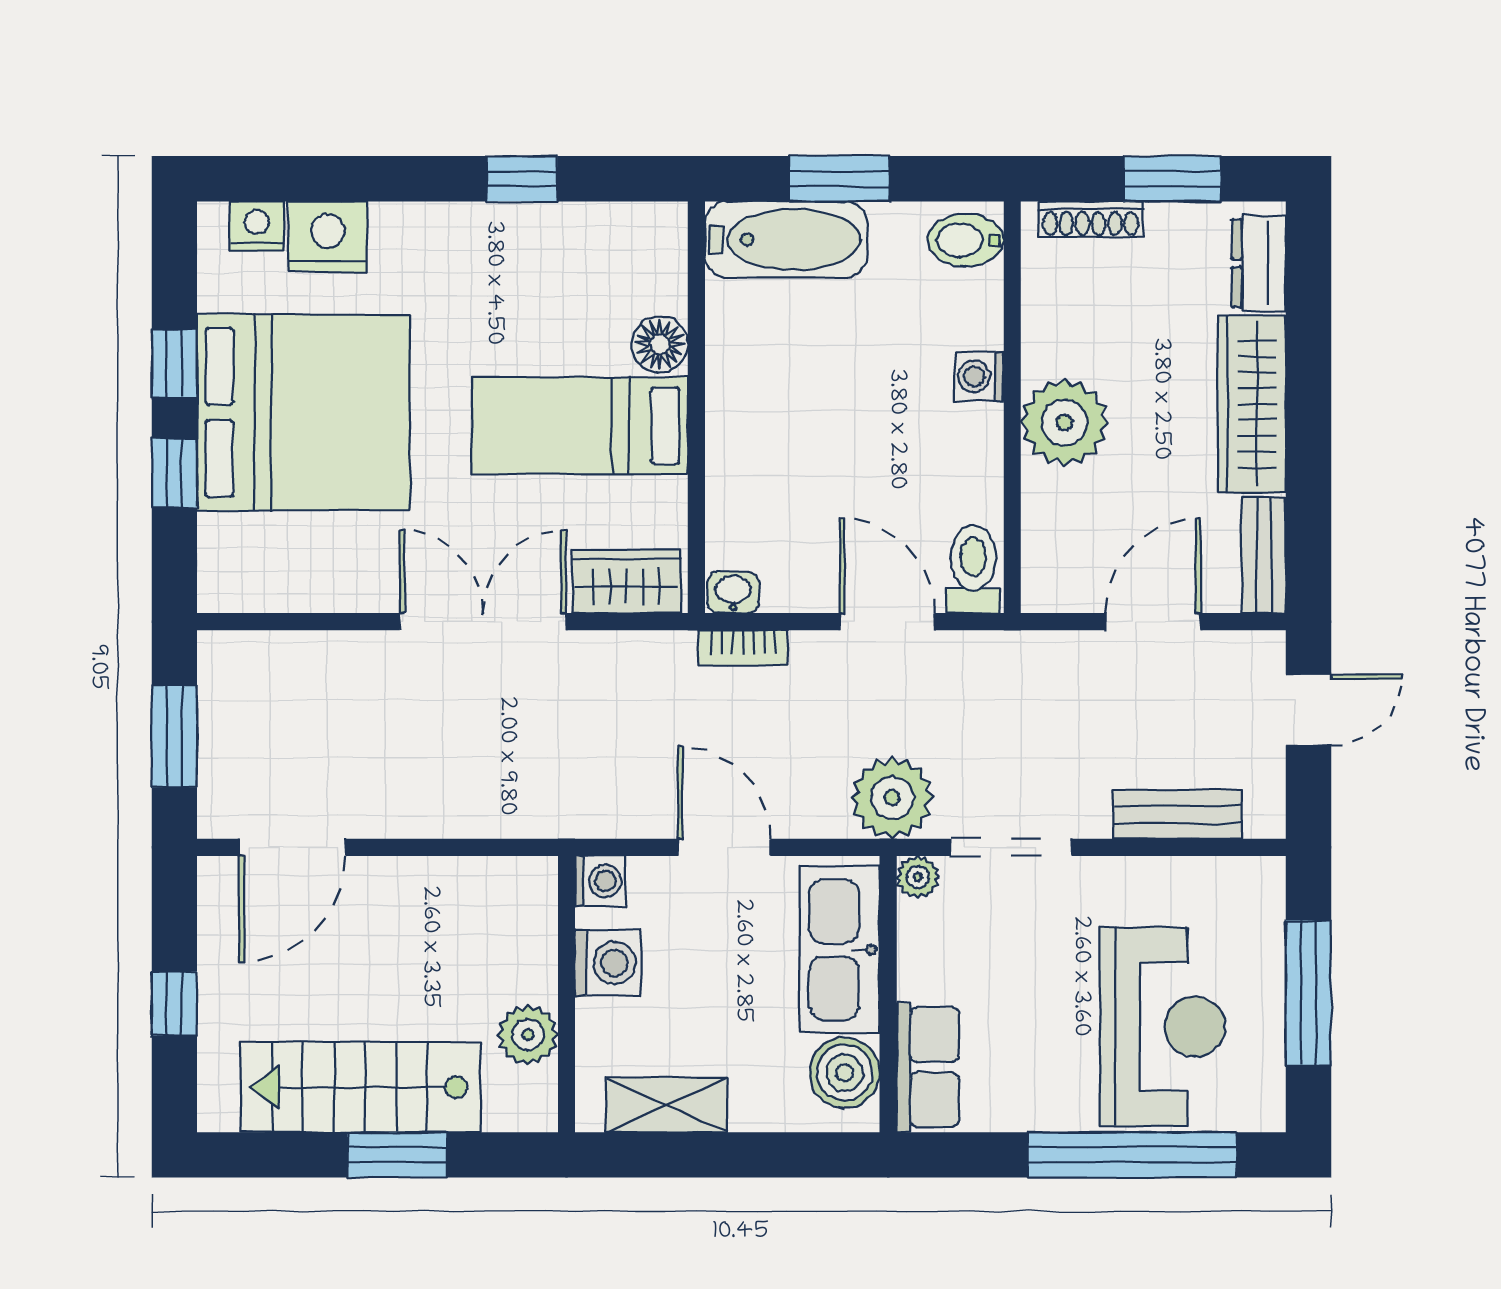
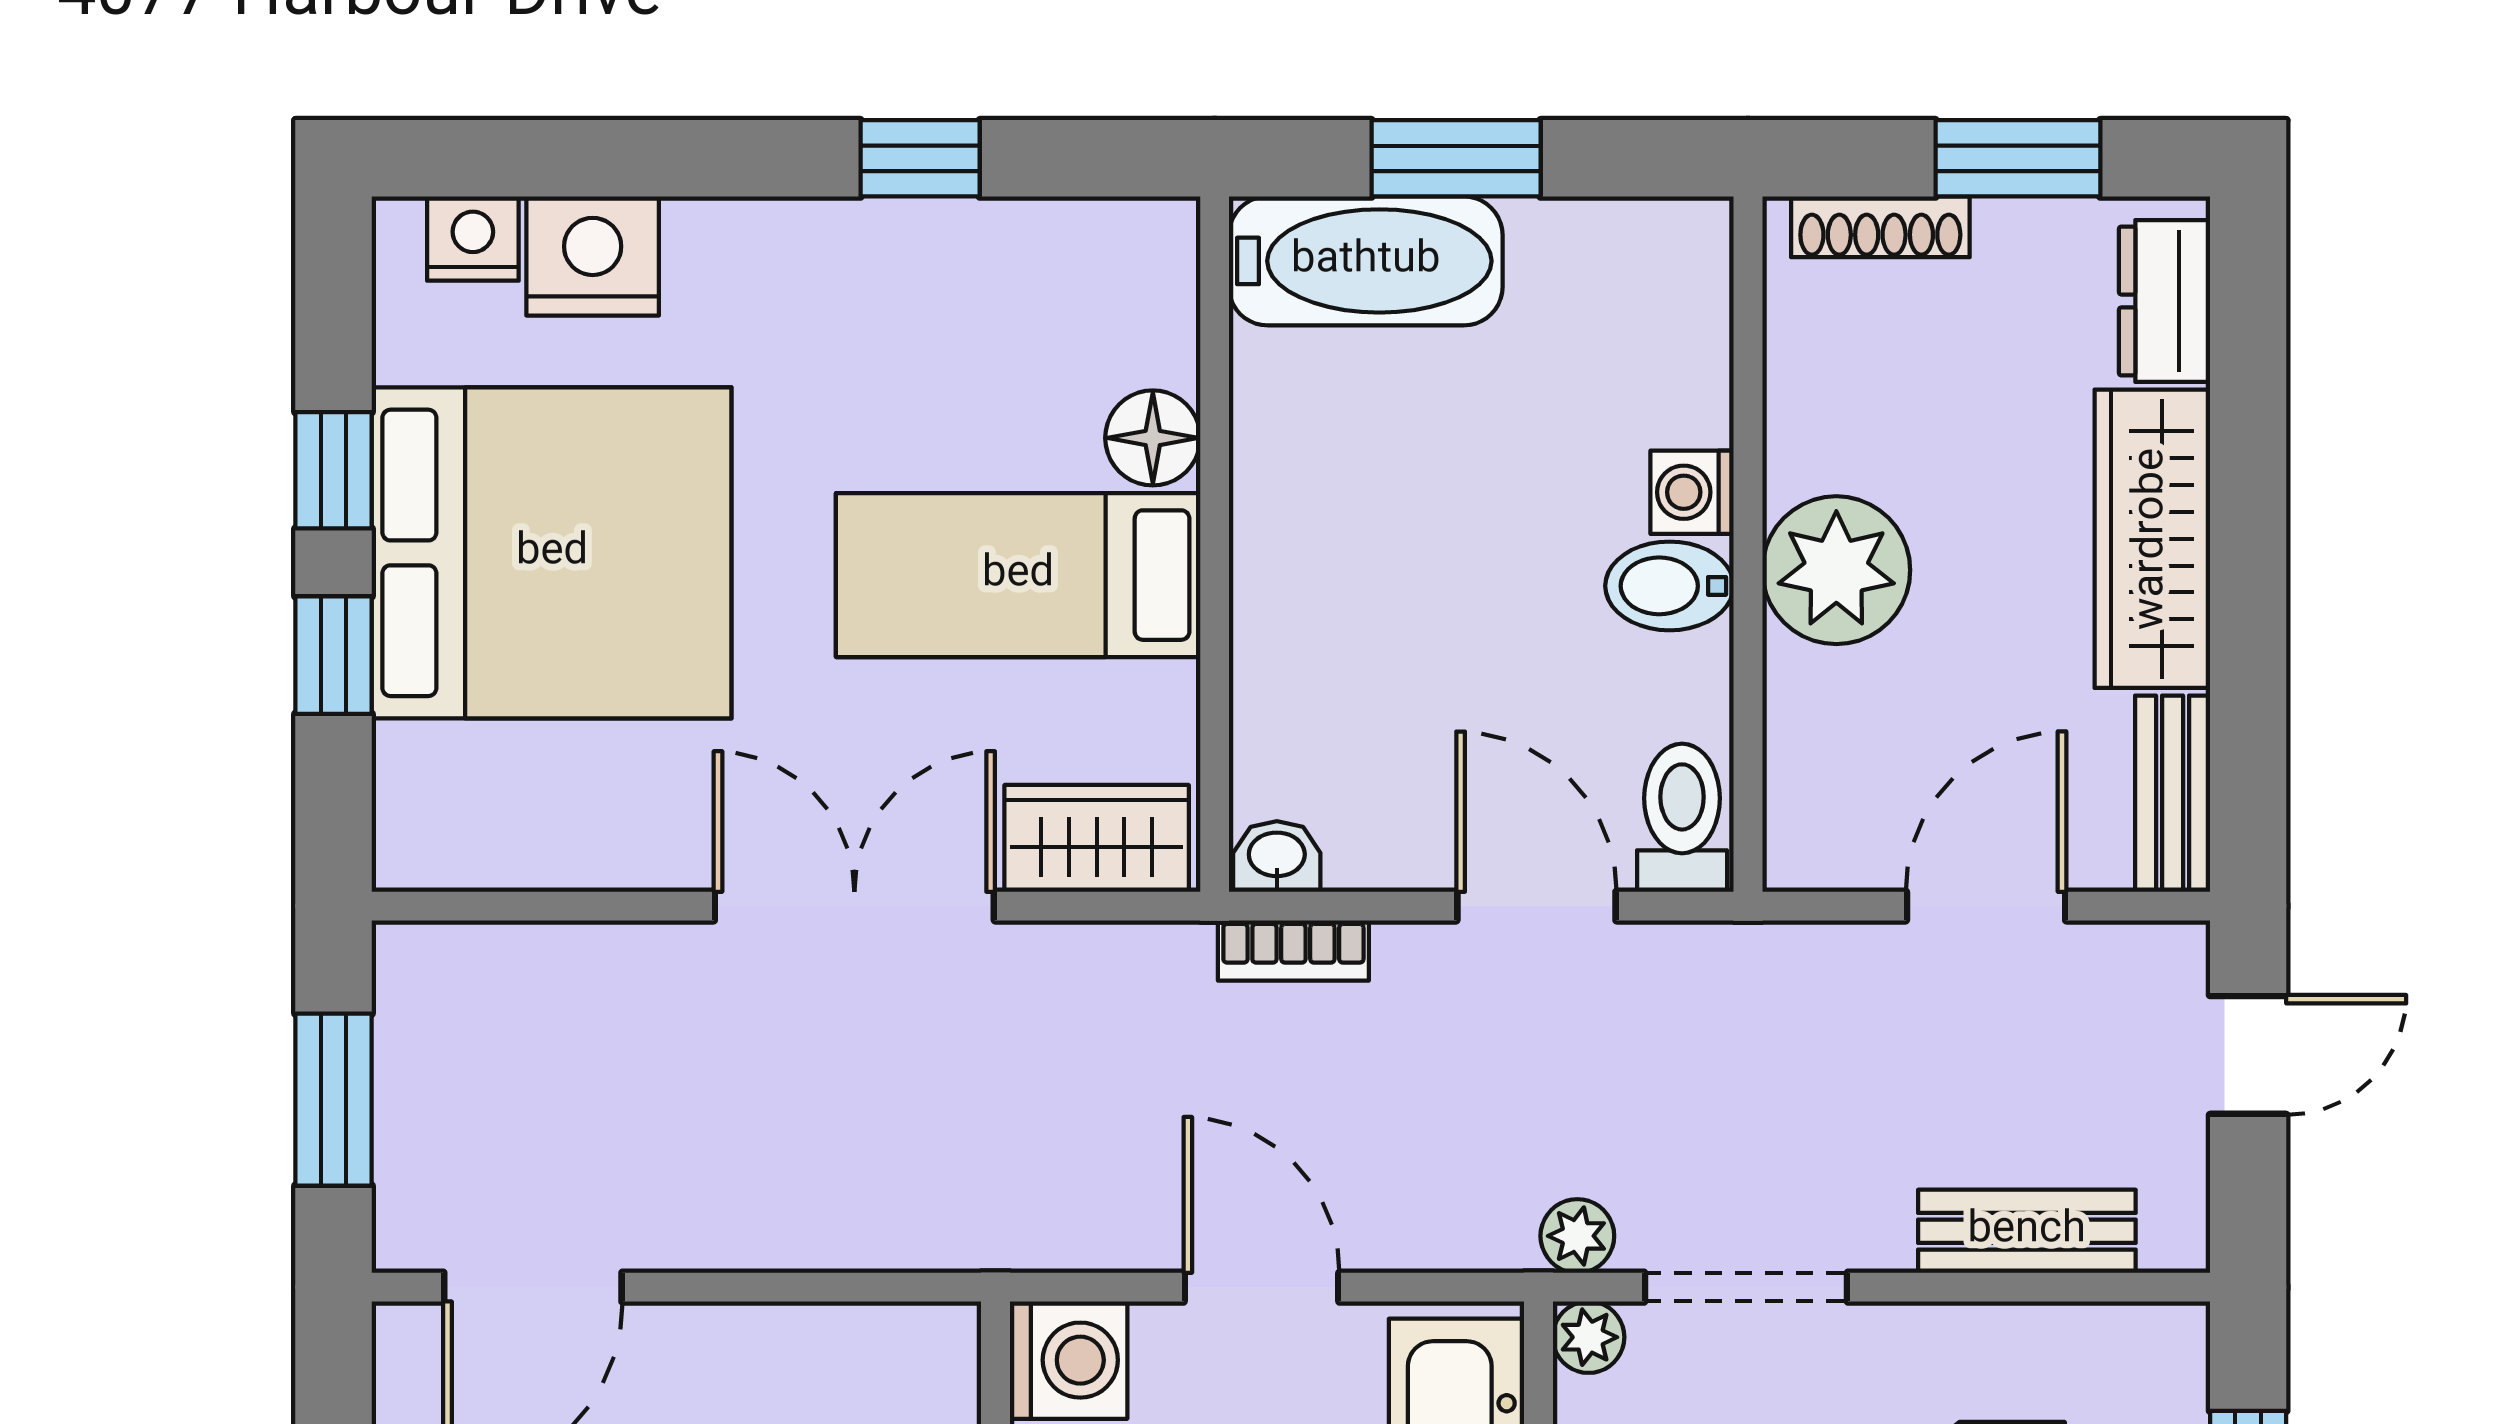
bidet: (966, 240) -> (1669, 586), moved
plant: (892, 798) -> (1577, 1236), width x0.53, depth x0.53
washing machine: (600, 881) -> (1069, 1360), width x1.38, depth x1.38

